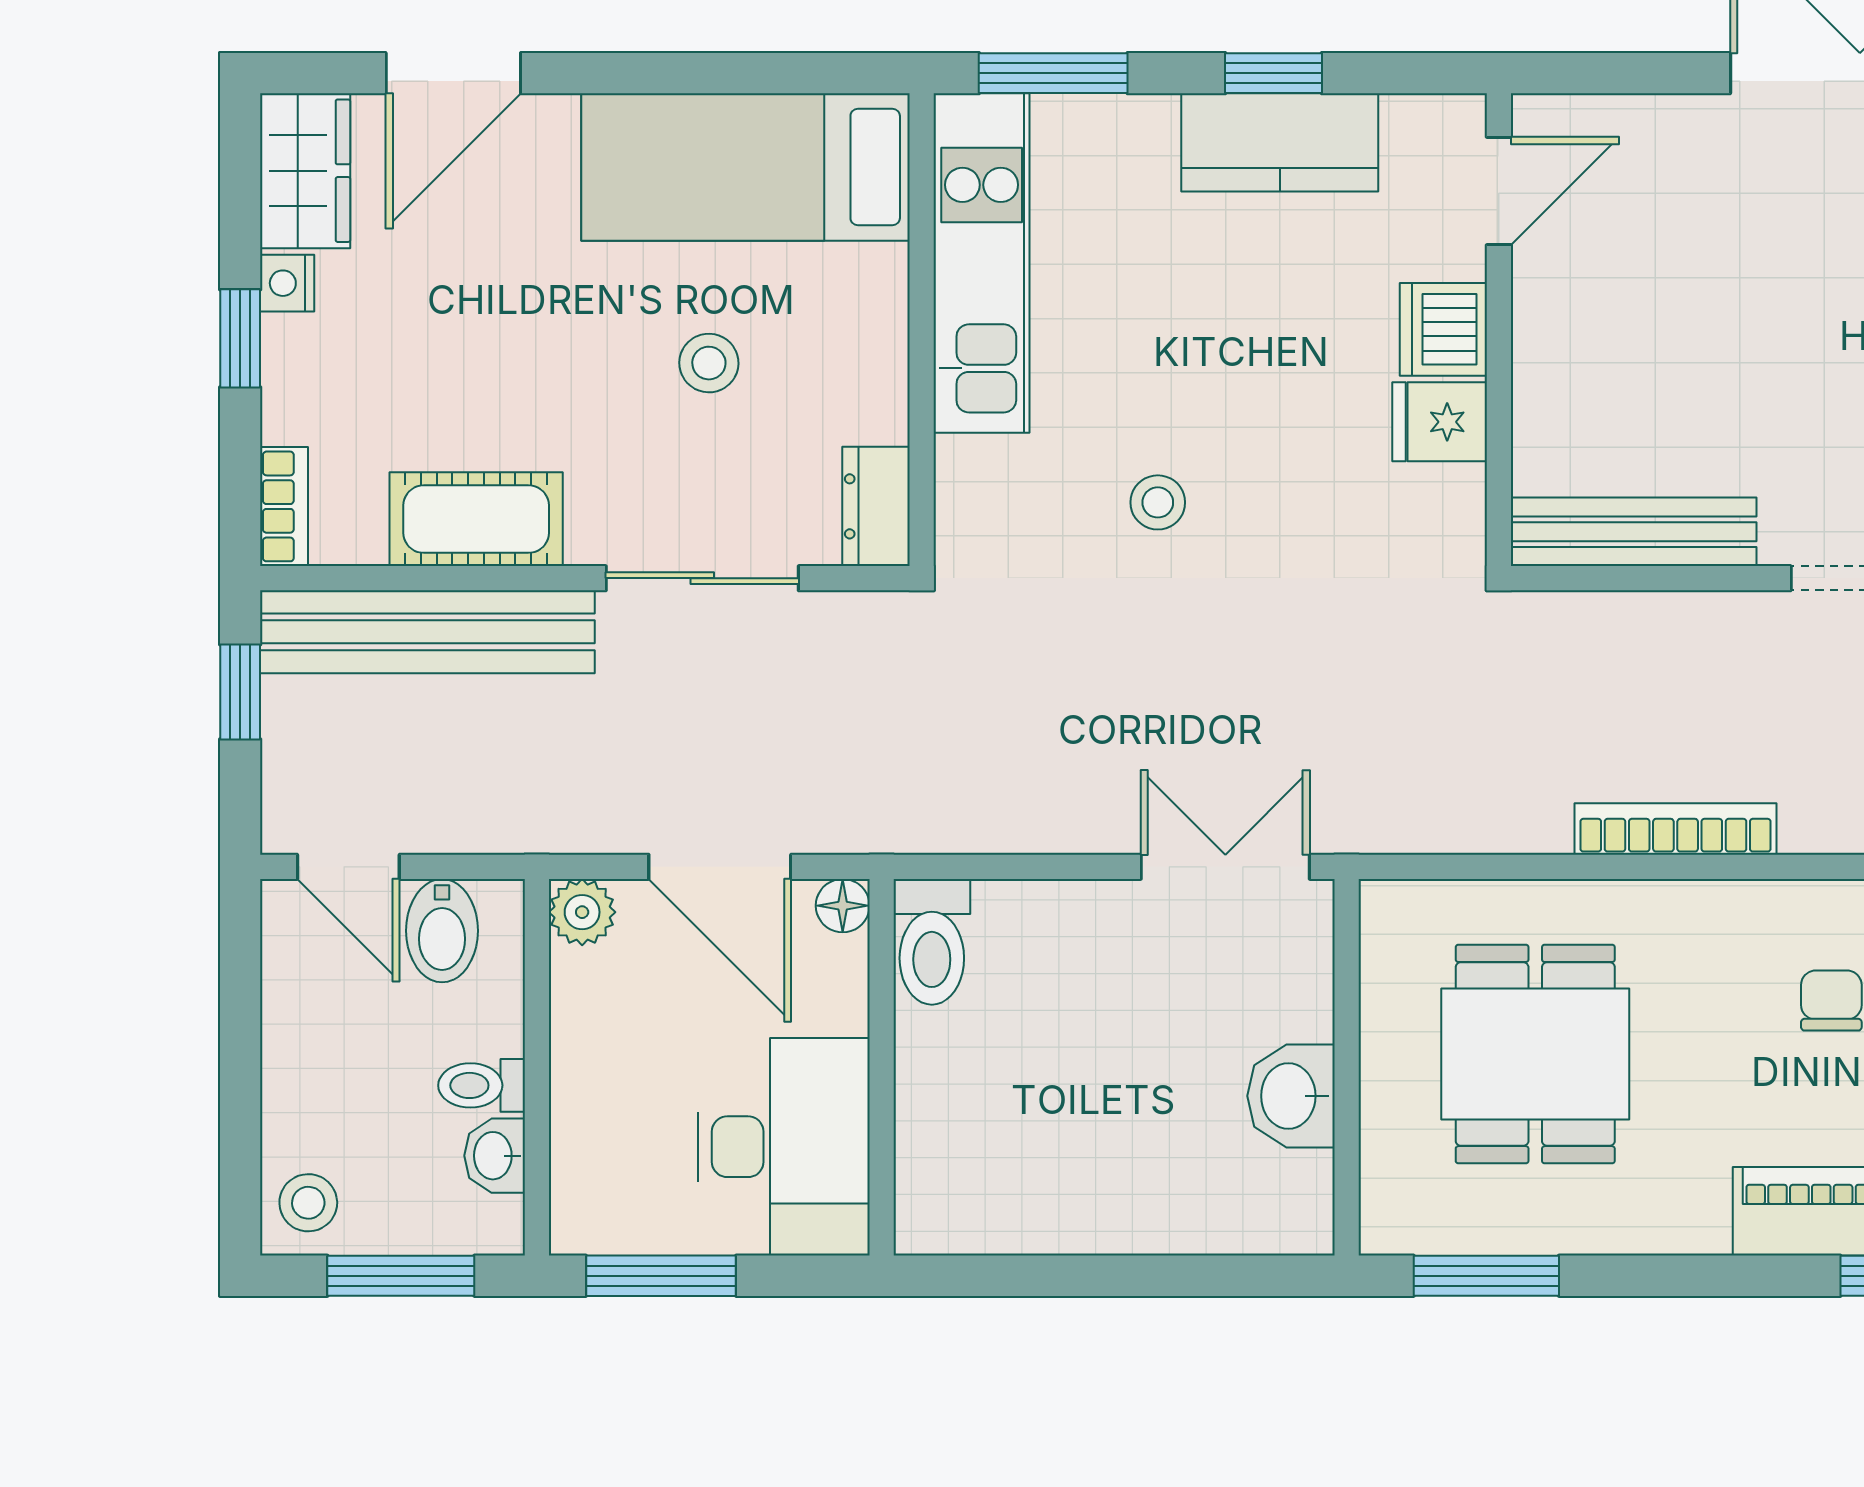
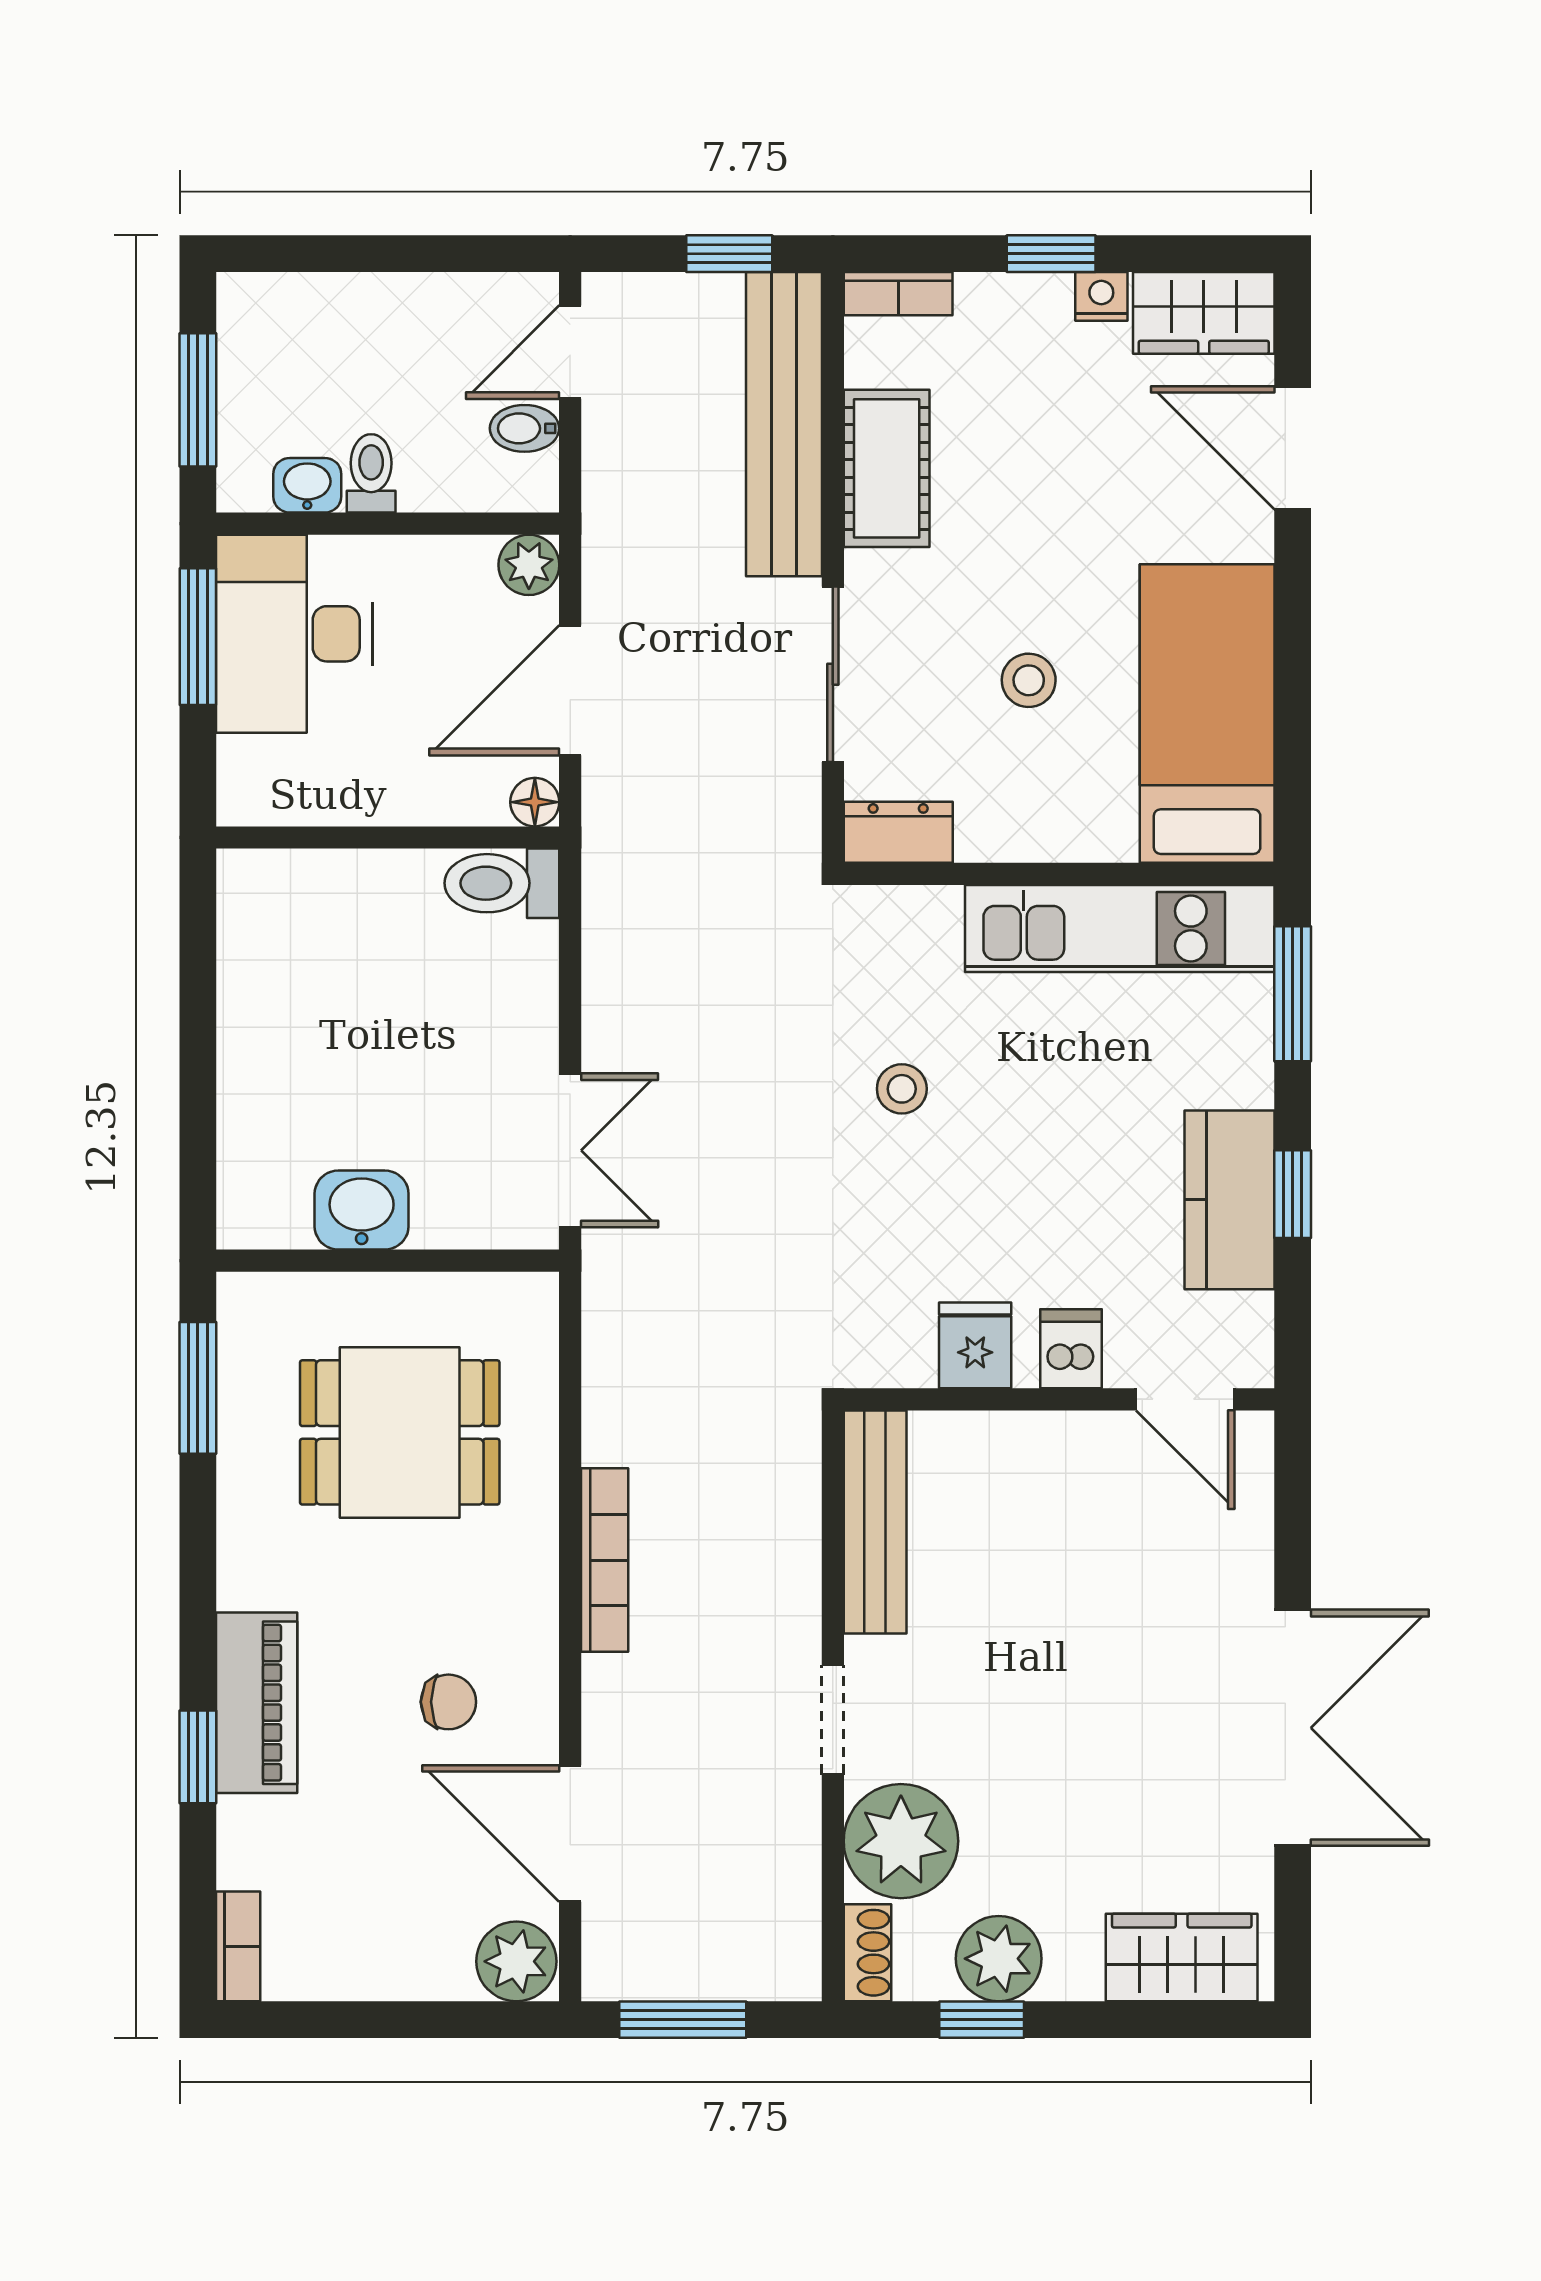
dishwasher: (1443, 329) -> (1071, 1349), width x0.73
bidet: (442, 931) -> (525, 428), width x0.72, depth x0.74
desk: (784, 1147) -> (294, 634), moved, turned 90
stool: (308, 1203) -> (264, 316), removed

